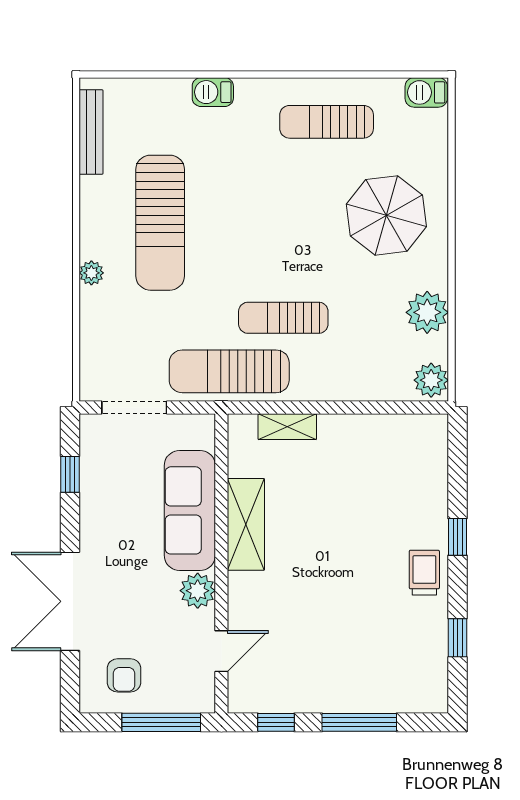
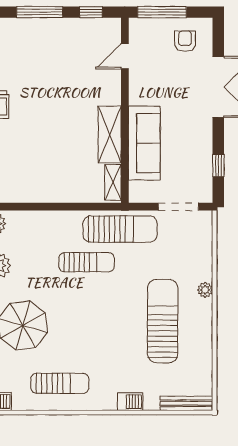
bench: (91, 132) -> (186, 403), moved, turned 90
shelving: (287, 427) -> (113, 182), moved, turned 90
plant: (198, 591) -> (139, 93), removed

